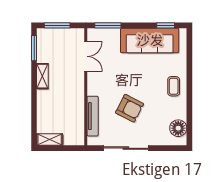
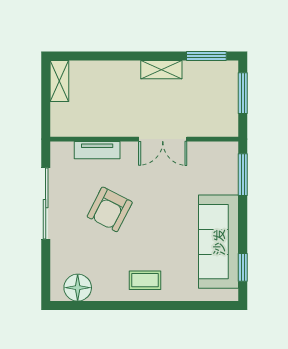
double door: (86, 56) -> (163, 139), moved
tv unit: (93, 116) -> (97, 150), width x0.71

